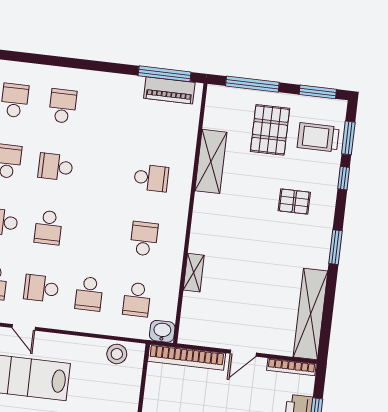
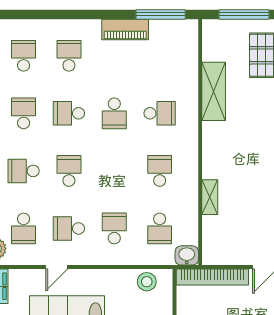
piano: (169, 90) -> (125, 29), moved
school desk: (103, 172) -> (114, 113), added
school desk: (48, 227) -> (69, 171), turned 180
school desk: (89, 294) -> (114, 228), turned 180
door: (24, 327) -> (57, 267), hinge flipped

